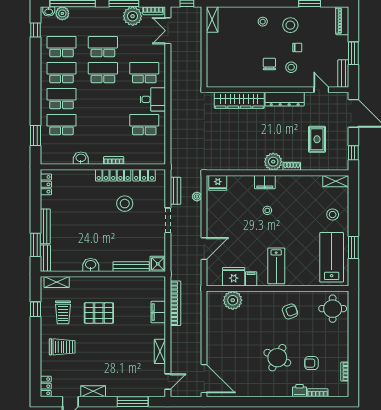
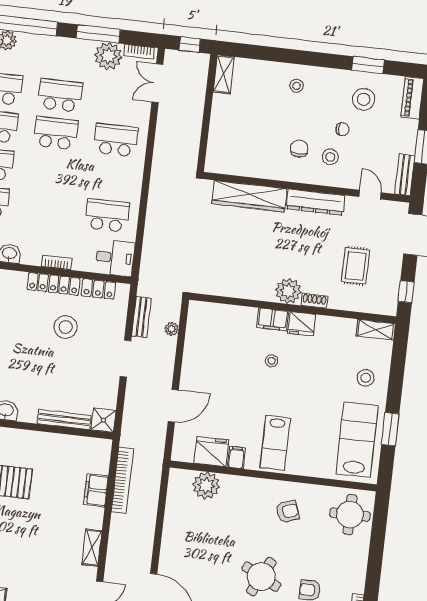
stool: (290, 25) -> (364, 99), moved
desk: (153, 99) -> (115, 258), moved
fridge: (218, 183) -> (302, 324), moved

